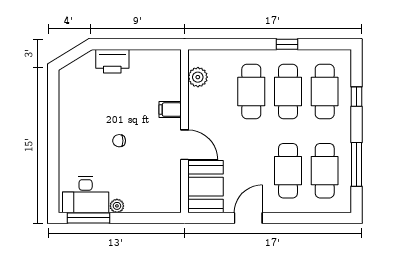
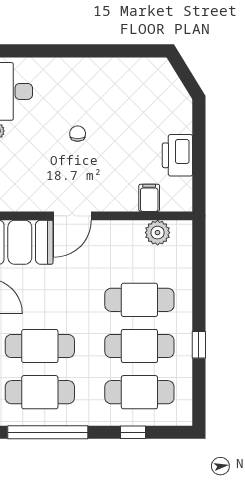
printer: (112, 61) -> (177, 155), moved
filing cabinet: (170, 110) -> (149, 198), moved
window: (356, 164) -> (48, 432), width x1.46

